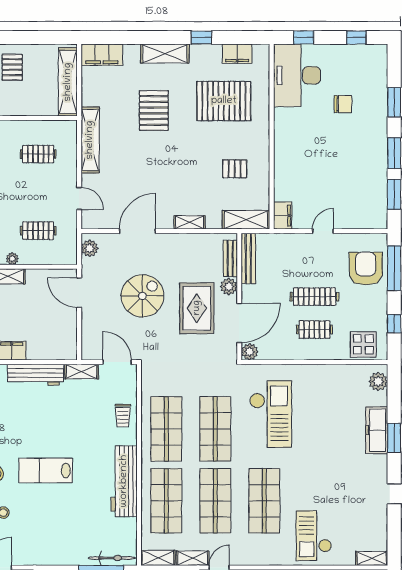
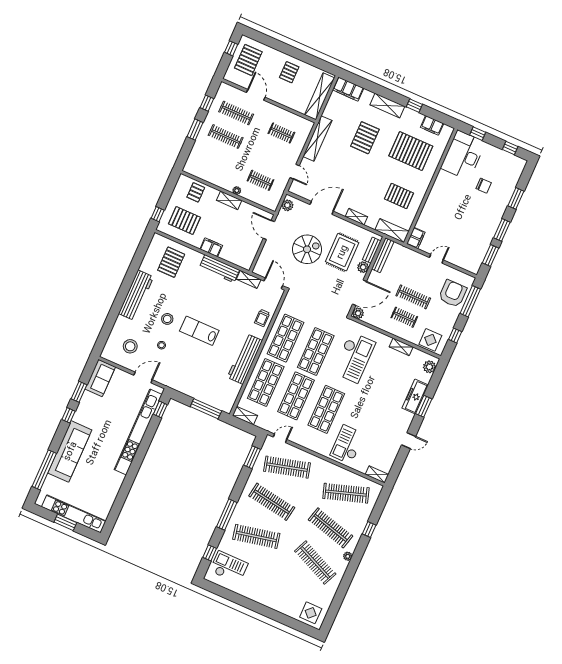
pallet: (235, 169) -> (399, 196), width x1.50, depth x1.42
rug: (197, 308) -> (342, 252), moved
bicycle: (112, 558) -> (216, 403), removed
shelving: (193, 558) -> (401, 347), moved

